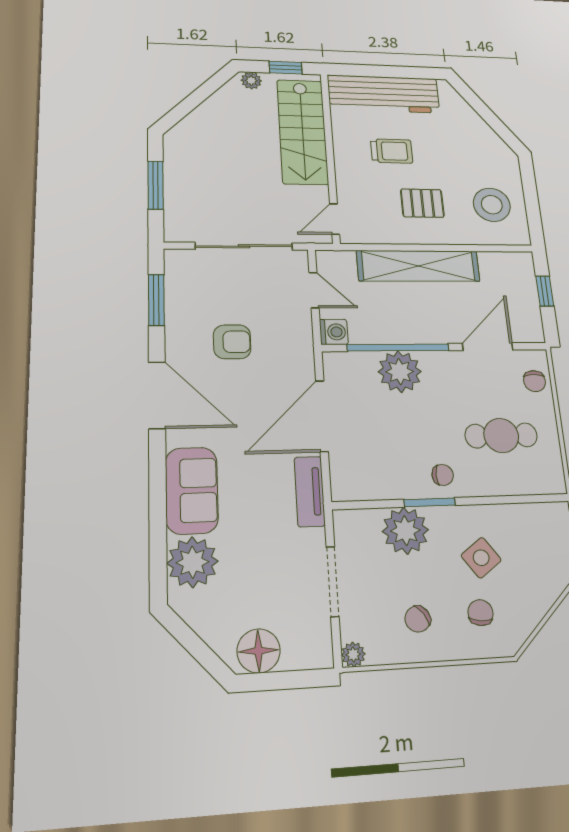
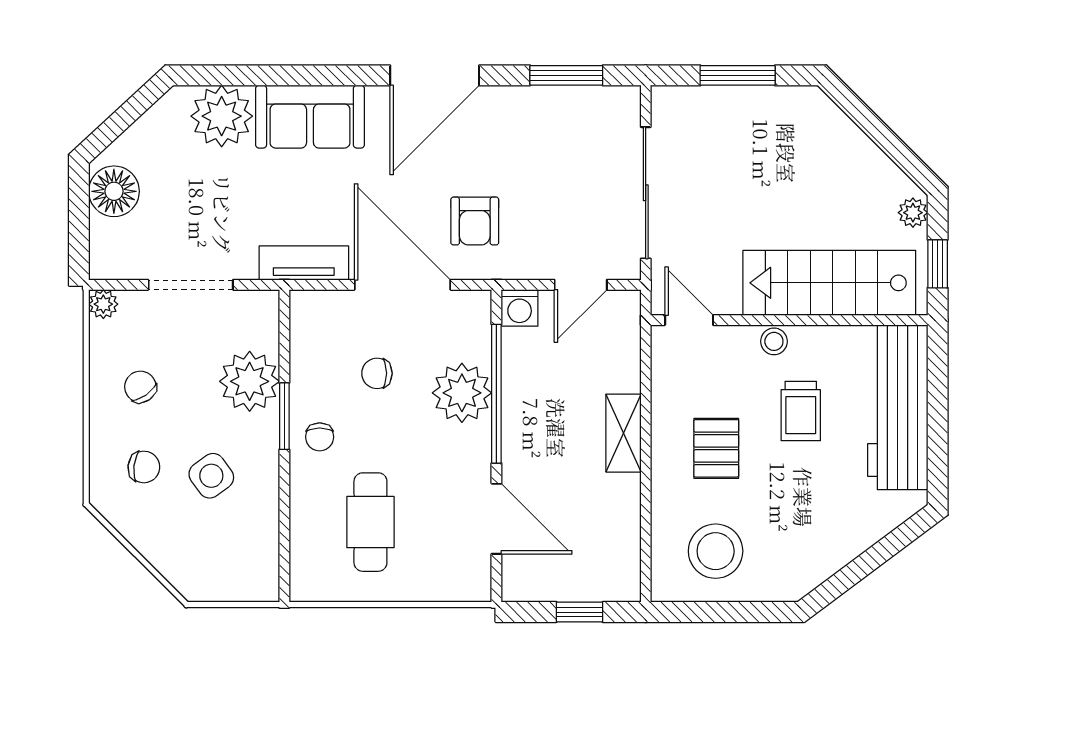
stool: (345, 166) -> (774, 341), added
shelving: (418, 266) -> (623, 433), width x0.45, depth x0.75
armchair: (232, 342) -> (475, 221), moved
chair: (535, 381) -> (377, 373), moved

